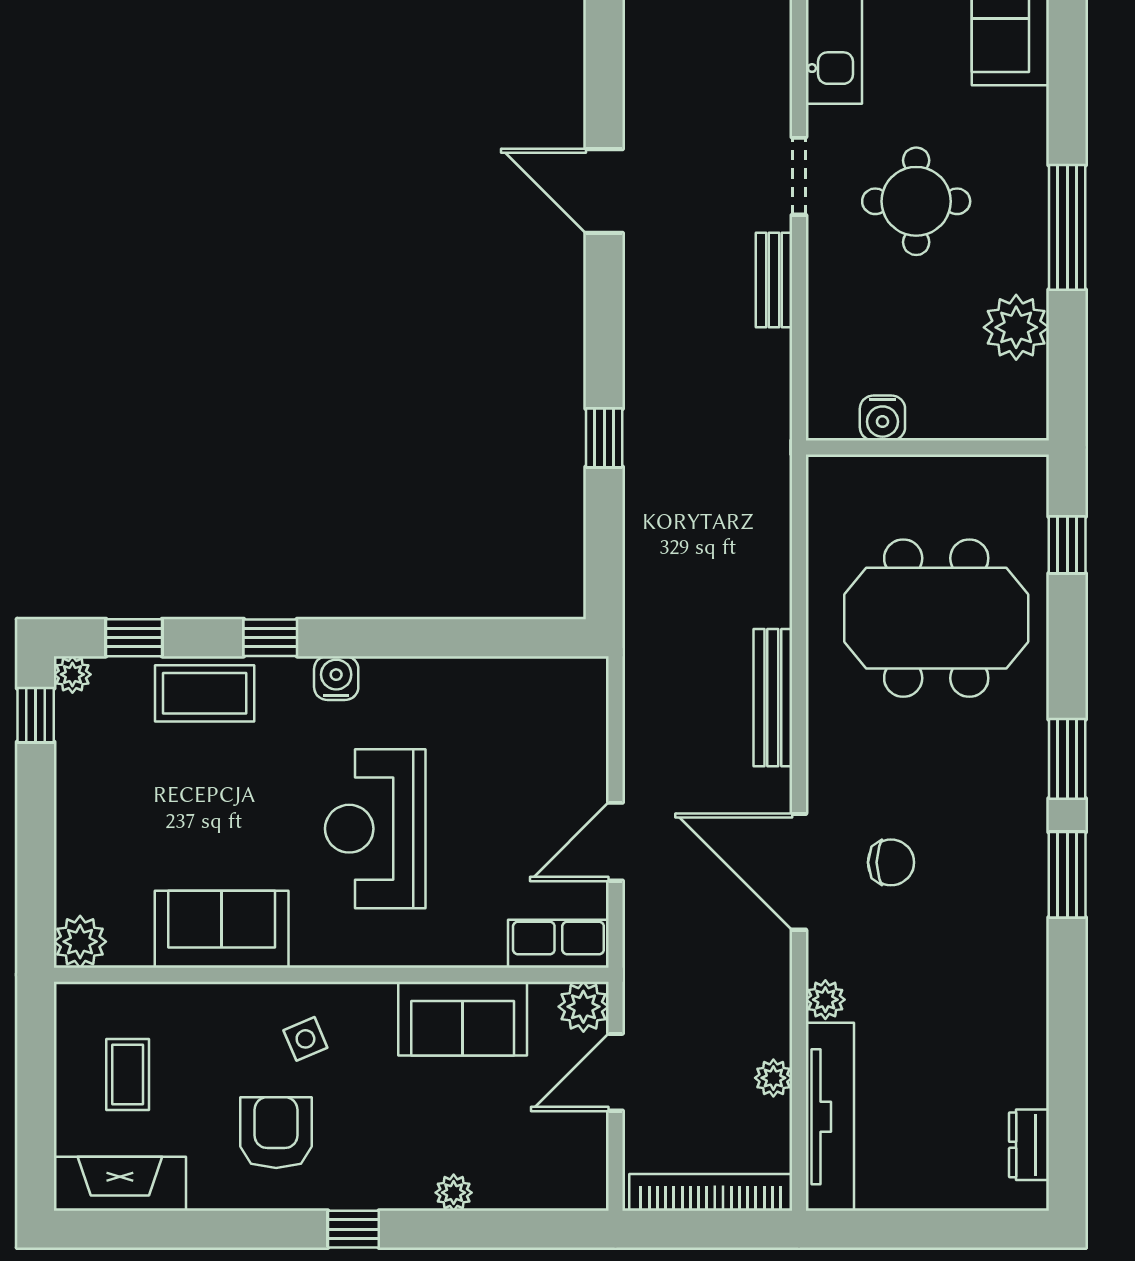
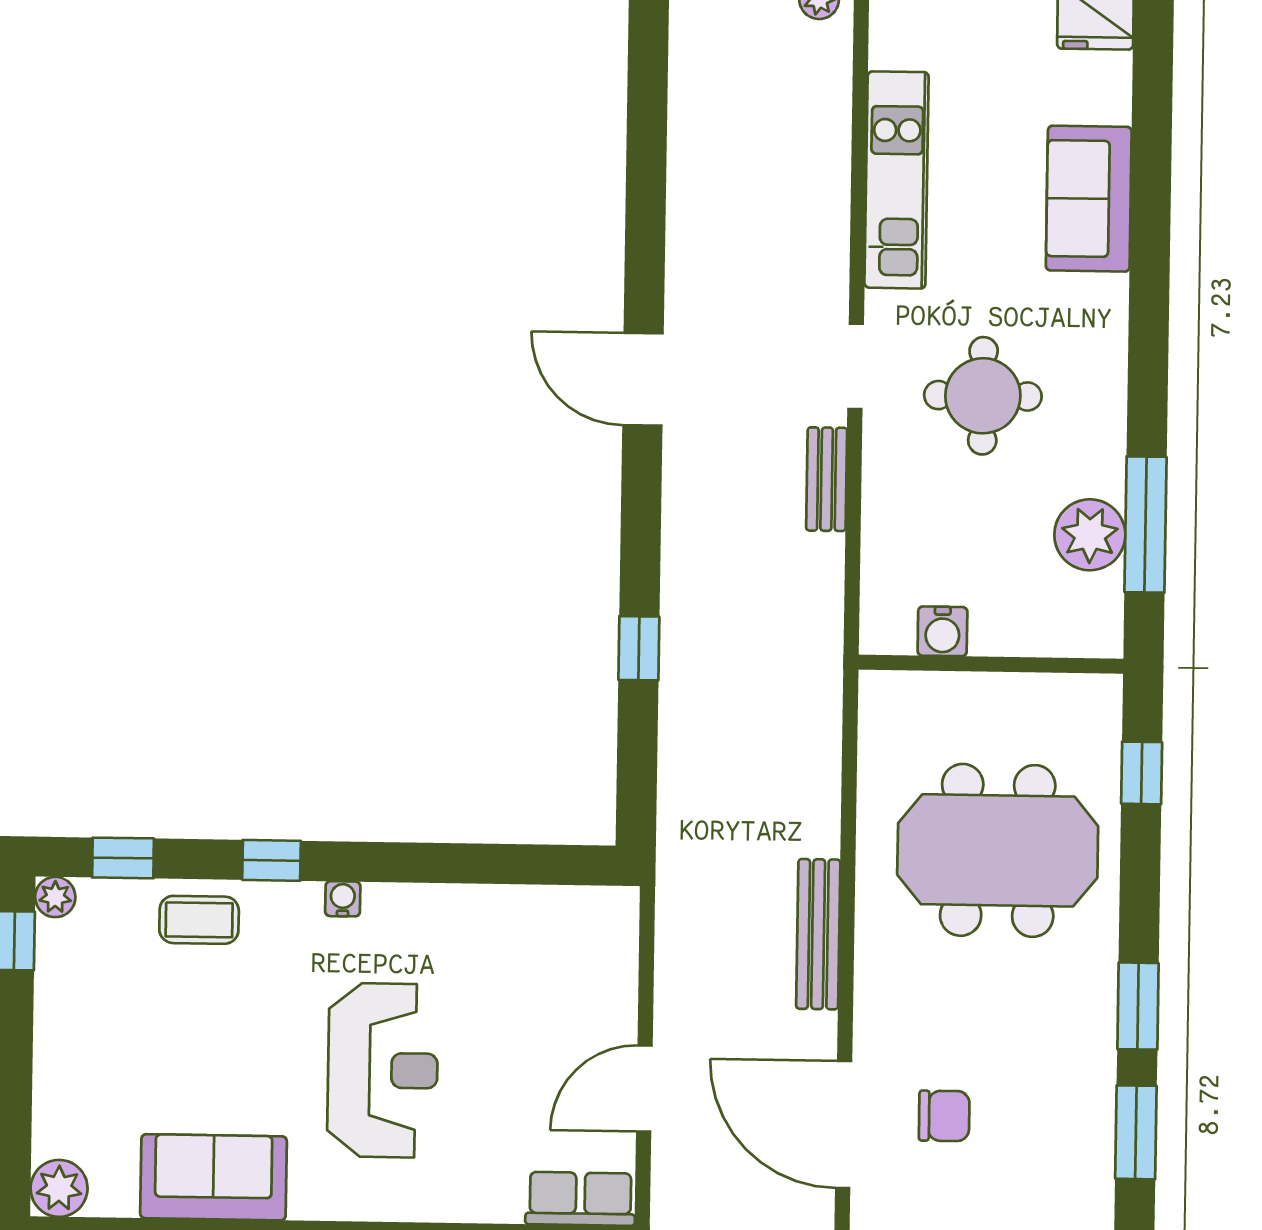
window: (1067, 227) -> (1146, 524), moved
water cooler: (336, 678) -> (343, 899), width x0.72, depth x0.72
coffee table: (205, 693) -> (199, 920), width x0.73, depth x0.77
reception desk: (375, 829) -> (383, 1070), turned 180

